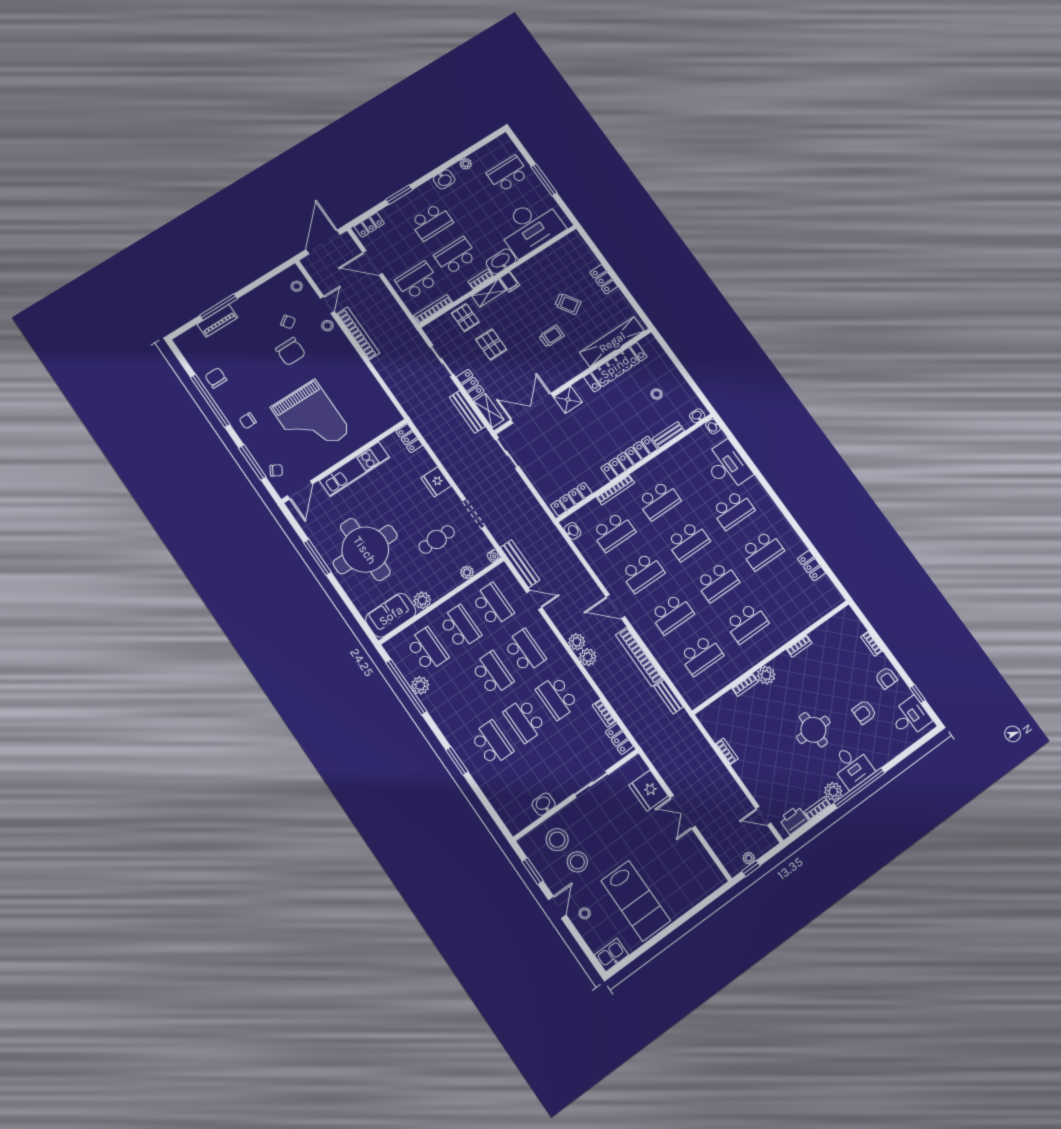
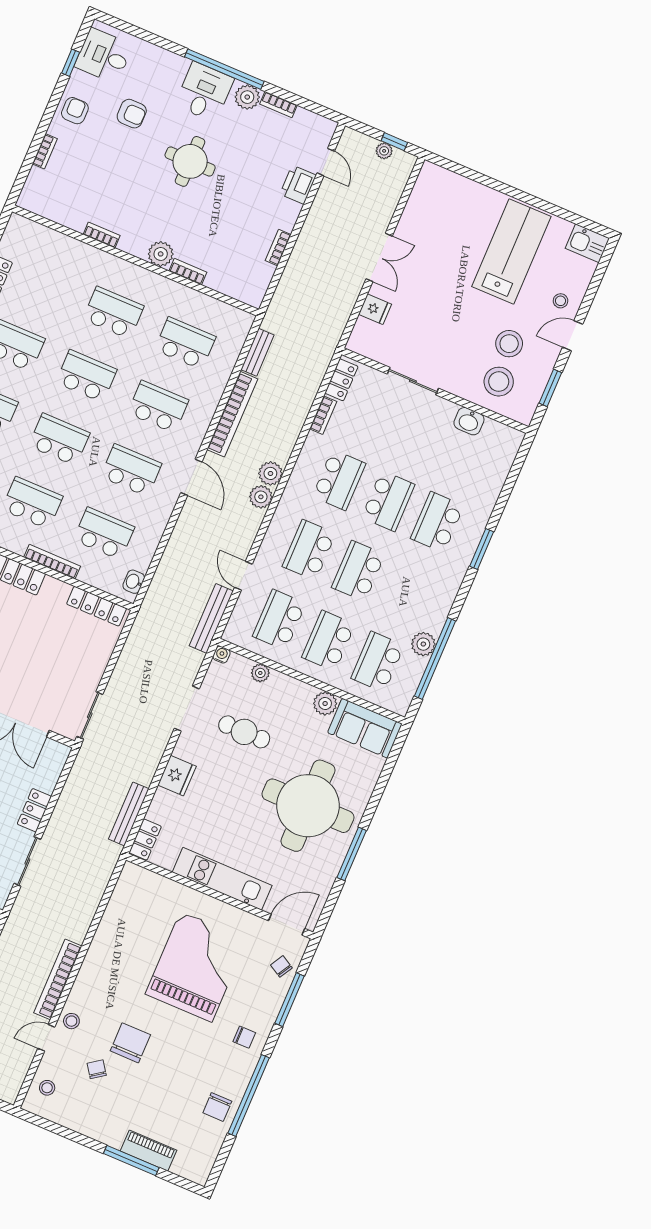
shelving: (489, 411) -> (52, 769), removed
bench: (467, 412) -> (129, 814), moved
fridge: (649, 791) -> (375, 309), width x0.53, depth x0.75
printer: (794, 820) -> (298, 185), moved, turned 90

